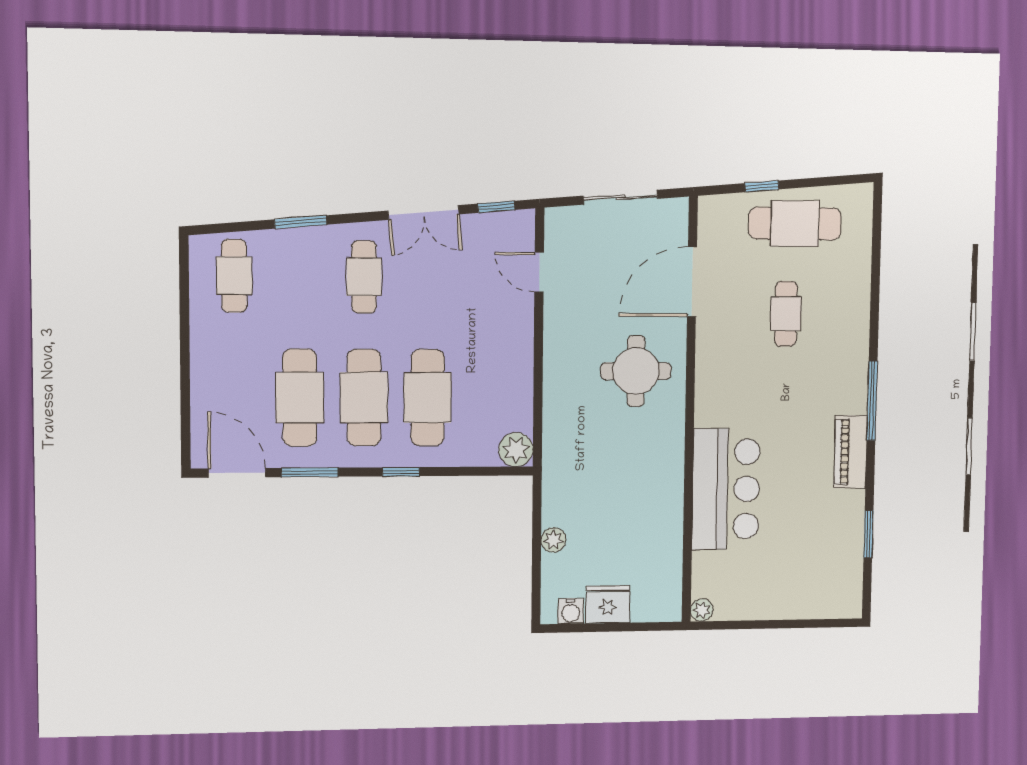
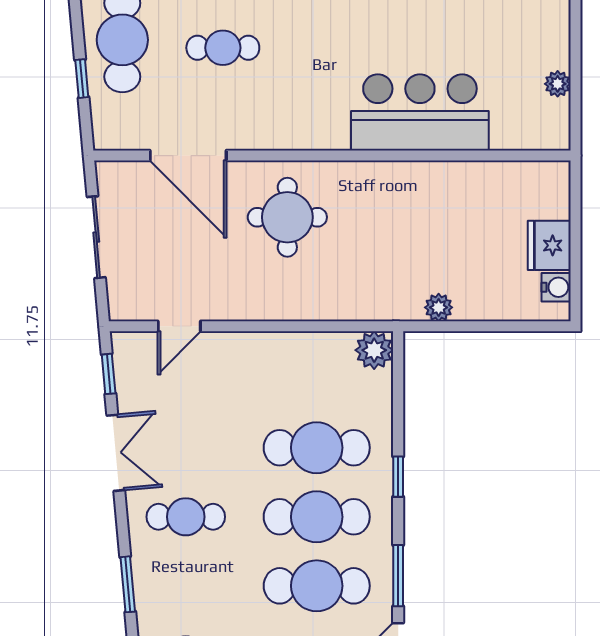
plant: (553, 540) -> (439, 307), moved
plant: (702, 610) -> (558, 84), moved

